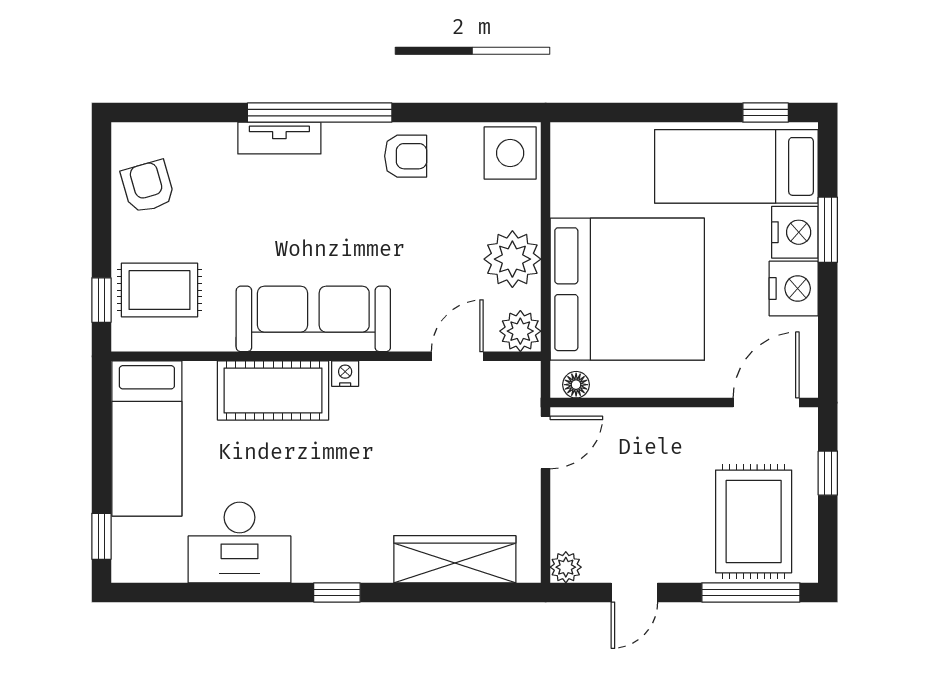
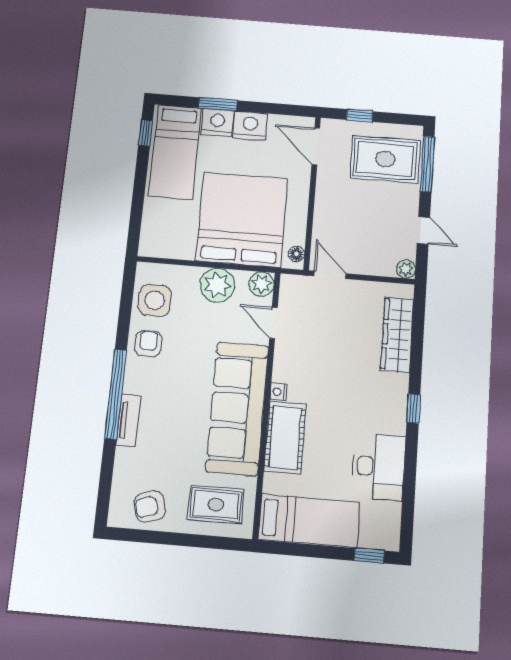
side table: (510, 153) -> (155, 300), moved
rug: (159, 290) -> (216, 504), turned 90
window: (101, 300) -> (219, 543), removed
sofa: (313, 319) -> (237, 408), width x1.36, depth x1.27

